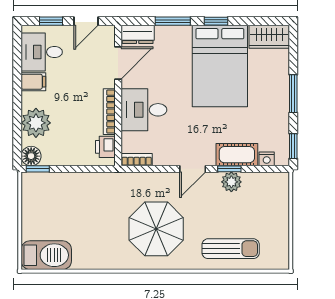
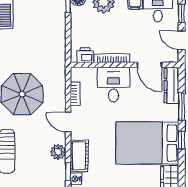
dresser: (138, 34) -> (171, 85), width x1.44
bookcase: (137, 160) -> (75, 94), moved
window: (229, 169) -> (68, 172), moved

